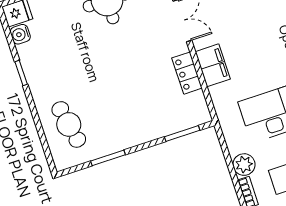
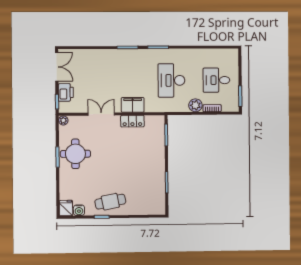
cafe table: (69, 124) -> (110, 202), moved

